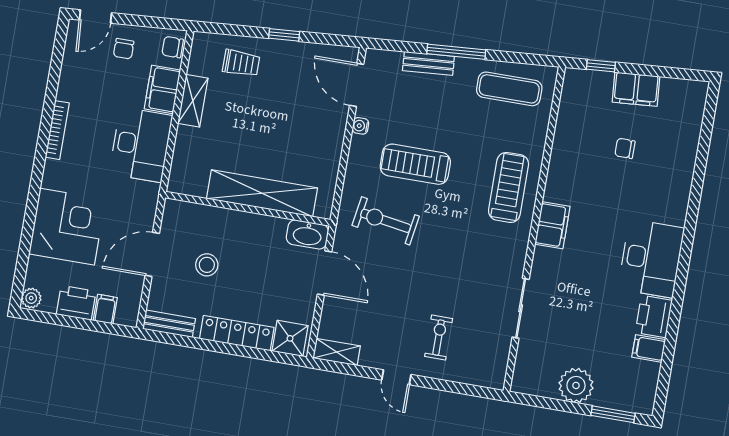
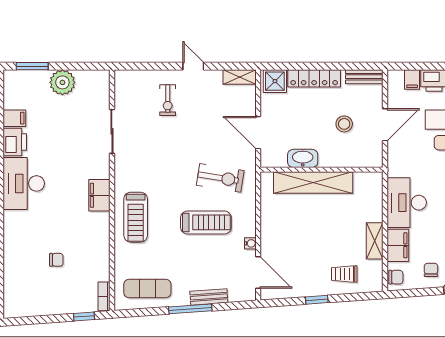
bookcase: (569, 88) -> (104, 296), added
filing cabinet: (636, 89) -> (56, 304), removed
washbasin: (307, 234) -> (303, 158), moved

